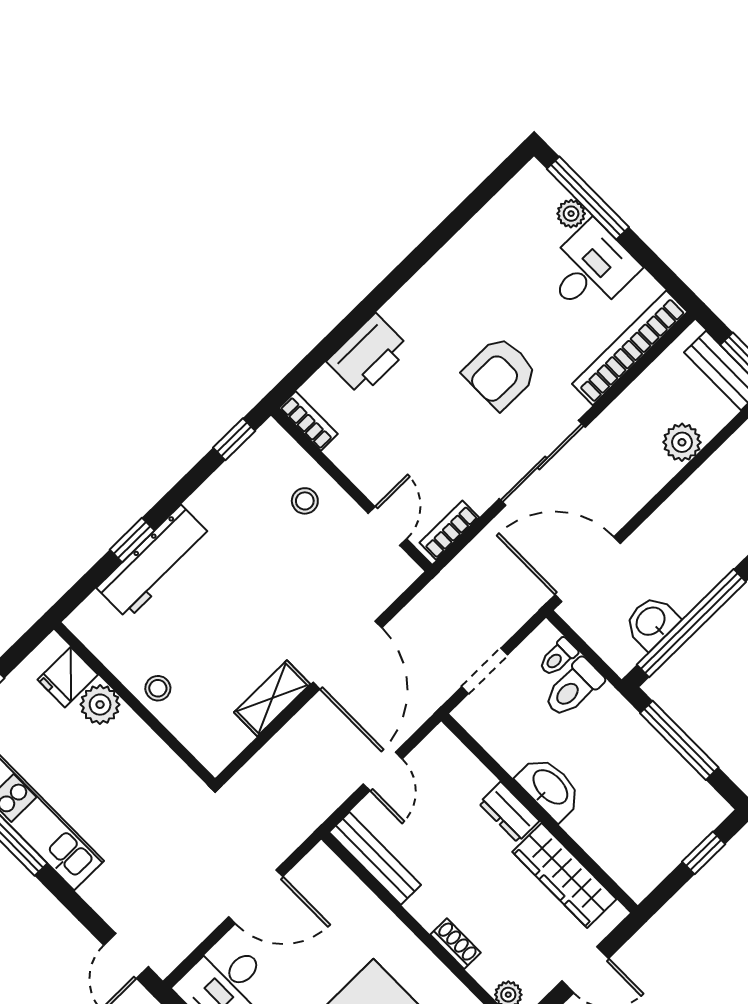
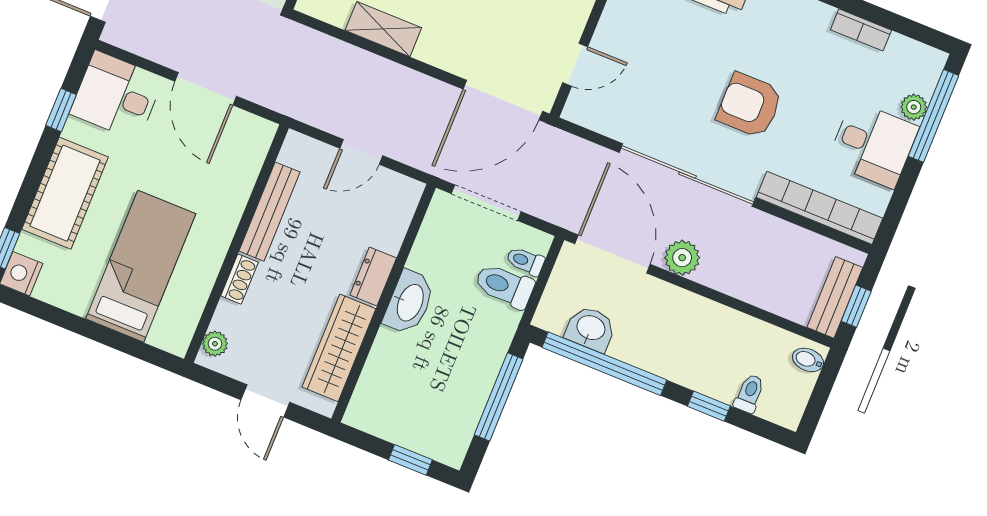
plant: (682, 442) -> (682, 258), moved
sliding door: (542, 463) -> (687, 175), width x1.36
bookcase: (449, 530) -> (861, 30), moved, turned 180
door: (347, 655) -> (503, 100), moved
doorway: (485, 671) -> (486, 203), width x1.38
bench: (375, 858) -> (269, 212), moved

